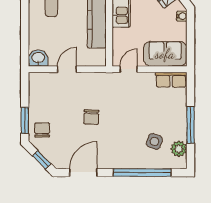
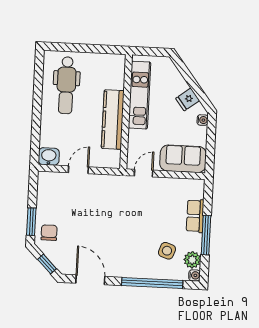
row of seats: (171, 80) -> (195, 216), moved, turned 90
chair: (91, 117) -> (102, 222), removed
water cooler: (182, 163) -> (194, 275), added
door: (83, 173) -> (90, 280), hinge flipped

